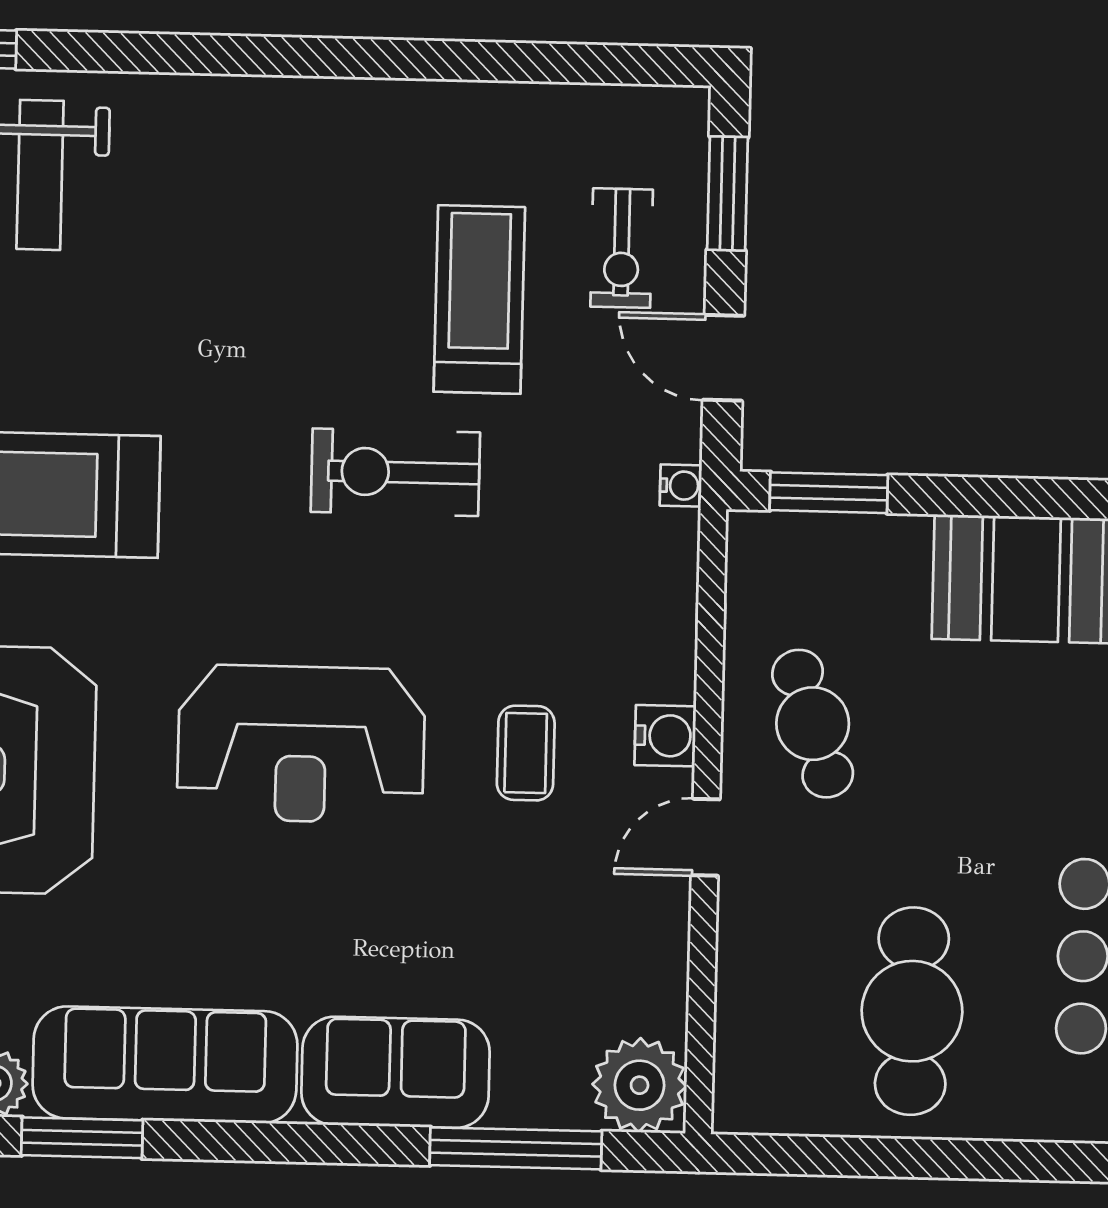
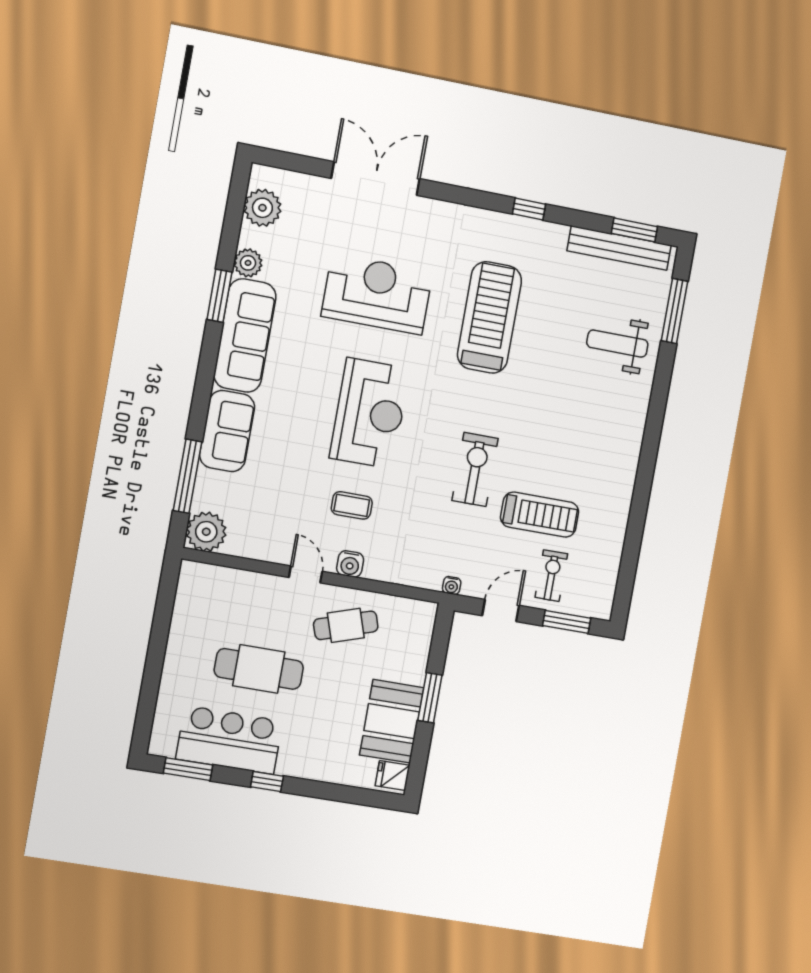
exercise bike: (622, 248) -> (551, 576), turned 90
window: (829, 493) -> (430, 698), moved
reception desk: (301, 744) -> (370, 413), turned 180
cafe table: (912, 1011) -> (259, 669), moved

